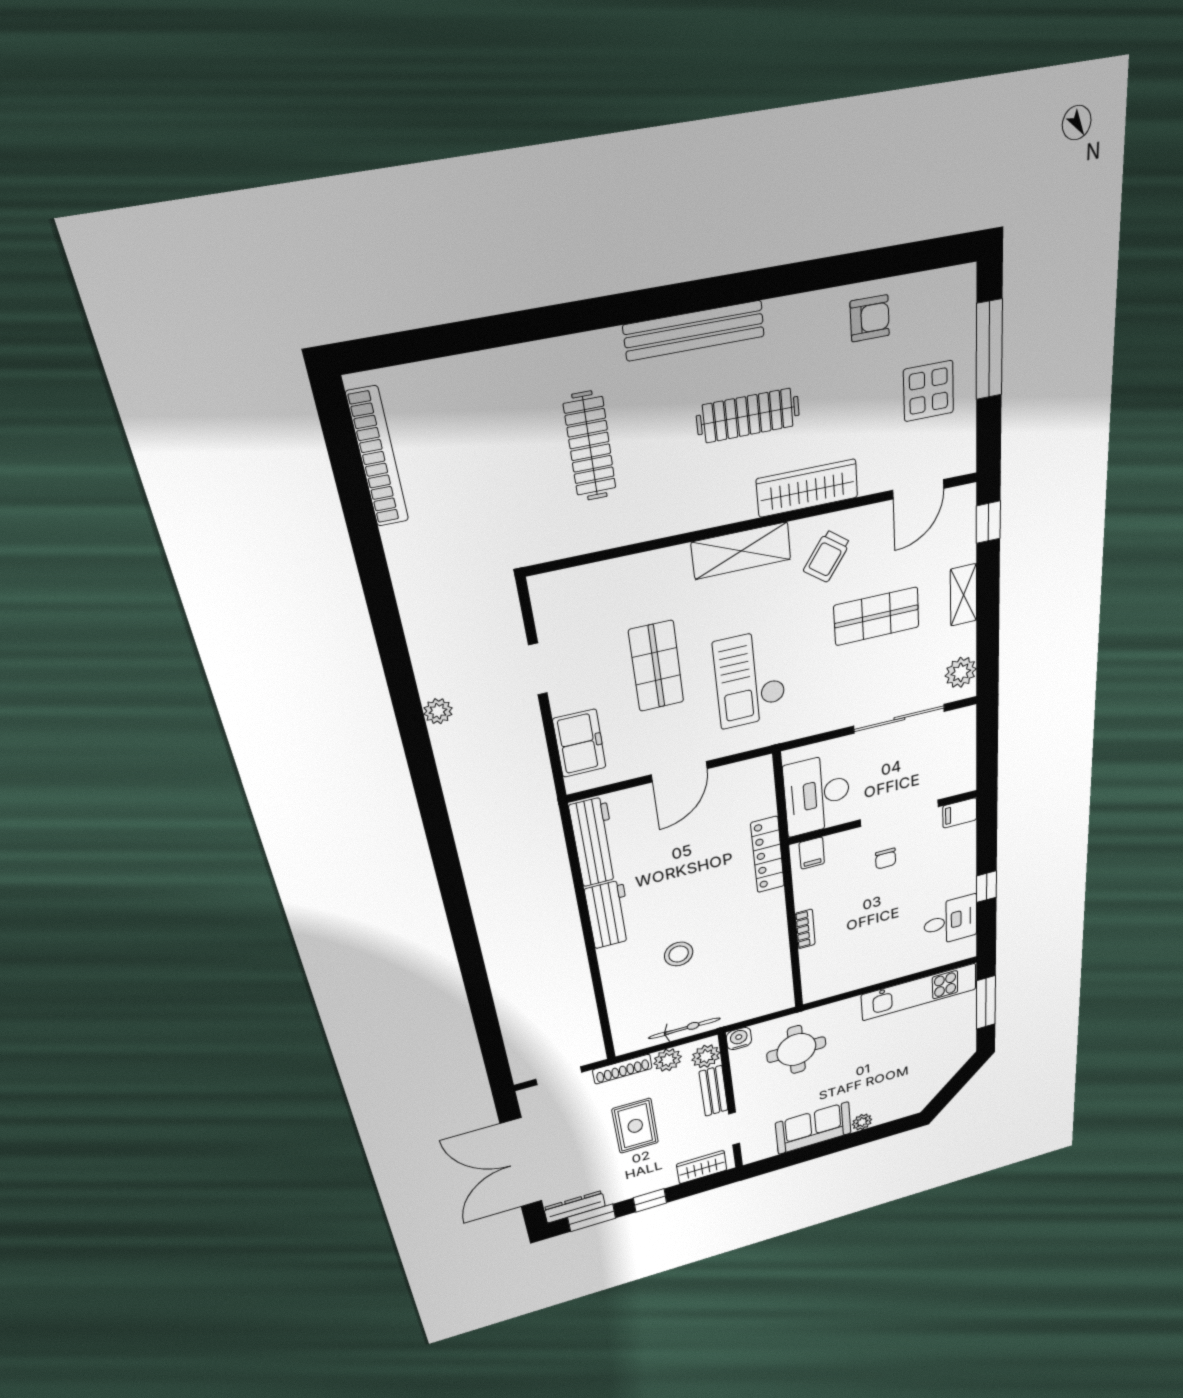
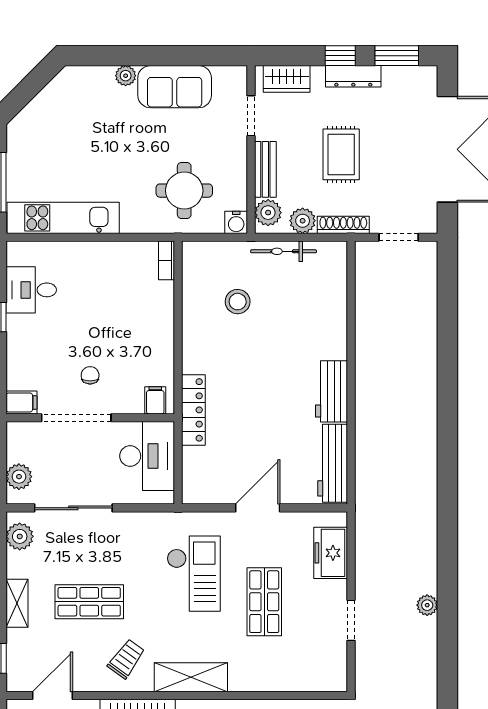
plant: (962, 737) -> (19, 477), added
bookcase: (805, 929) -> (166, 260), moved
stool: (679, 954) -> (238, 302), moved
dresser: (575, 1207) -> (353, 76), moved

